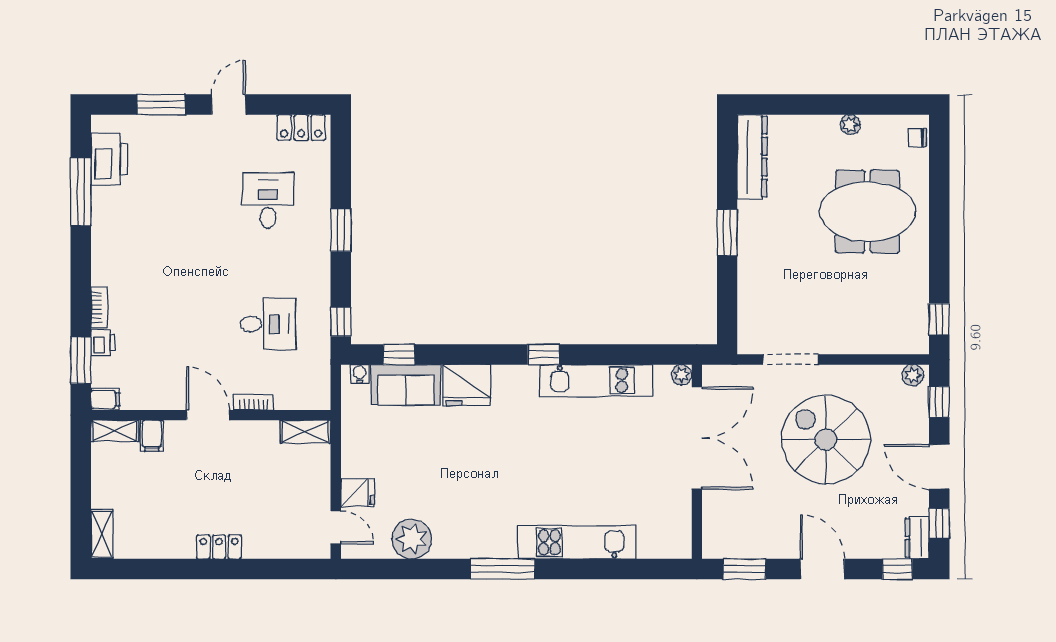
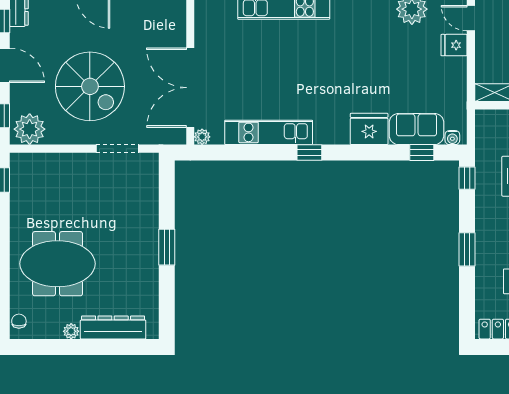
chair: (917, 138) -> (19, 321), turned -90
dresser: (752, 157) -> (113, 327), moved, turned 90
plant: (913, 375) -> (30, 129), width x1.88, depth x1.88

